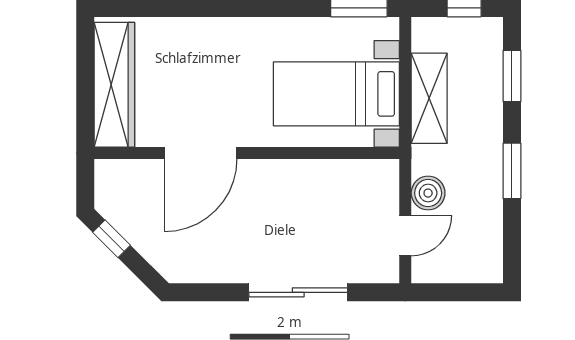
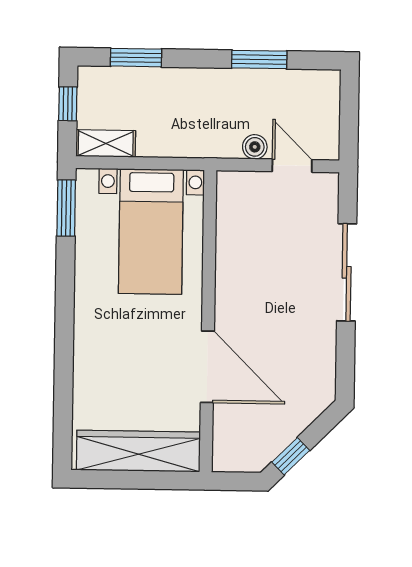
shelving: (429, 98) -> (106, 143), moved, width x0.67, depth x0.75
window: (512, 171) -> (259, 60), moved
boiler: (428, 193) -> (255, 147), width x0.73, depth x0.73

